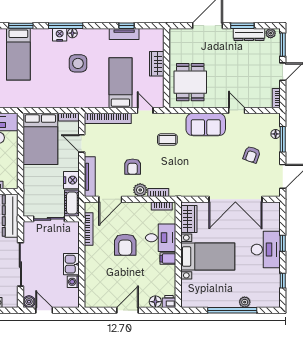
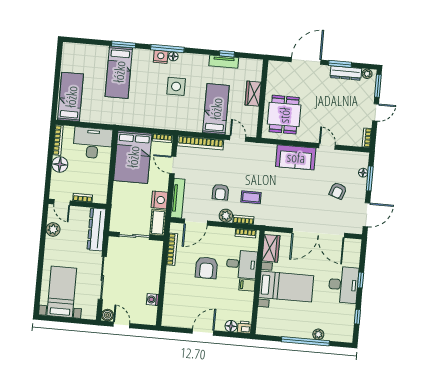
coffee table: (167, 140) -> (251, 197), moved
kitchen sink: (71, 264) -> (152, 282), removed

